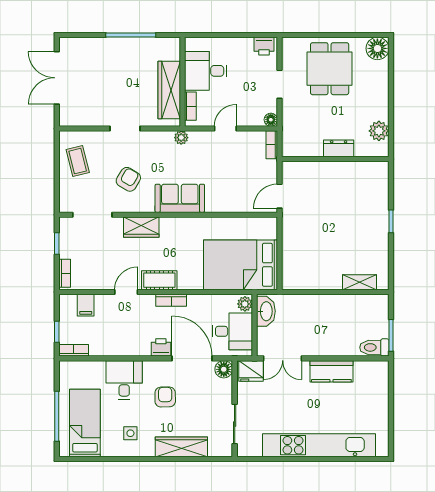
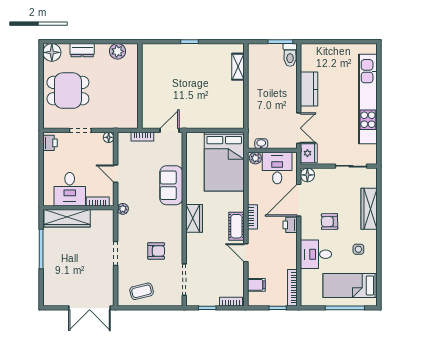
double door: (57, 78) -> (90, 308), moved
wardrobe: (169, 90) -> (67, 218), moved
bookcase: (272, 145) -> (142, 137), moved
dresser: (339, 148) -> (82, 50), moved, turned -90
armchair: (128, 179) -> (156, 251), turned 149
door: (280, 196) -> (169, 130), swing flipped
sofa: (180, 198) -> (171, 185), moved
wardrobe: (141, 227) -> (194, 218), moved
washbasin: (266, 311) -> (261, 144), width x0.52, depth x0.69
bookcase: (74, 350) -> (292, 288), width x1.56

